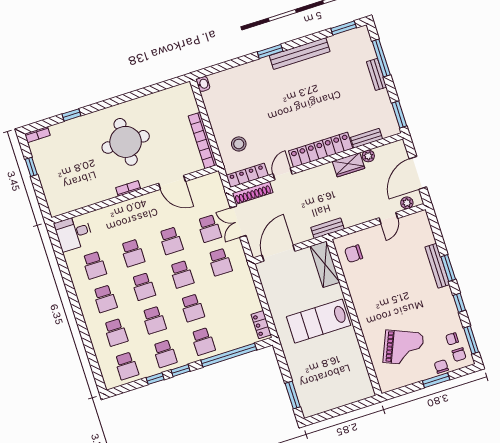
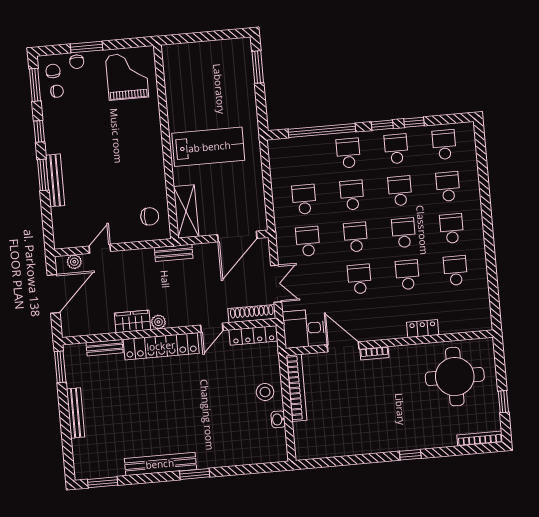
window: (381, 58) -> (66, 437), removed
bench: (377, 74) -> (76, 413), width x1.36
washbasin: (203, 84) -> (278, 419), moved
window: (71, 115) -> (410, 455), moved
bookcase: (37, 135) -> (480, 439), width x1.56
round table: (126, 142) -> (455, 377), moved
stool: (239, 144) -> (265, 392), moved
plant: (368, 156) -> (158, 322), moved
bookcase: (128, 188) -> (374, 353), moved
school desk: (209, 229) -> (304, 199), moved
desk: (74, 233) -> (304, 329), moved, turned 180
locker: (261, 325) -> (423, 329), moved, turned -90
grand piano: (403, 348) -> (127, 76), moved, turned 67

